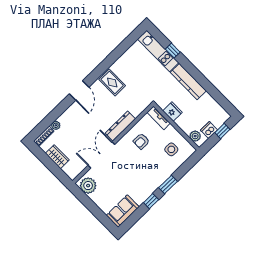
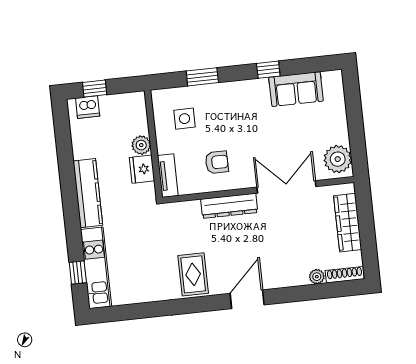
window: (173, 51) -> (78, 272), moved
dishwasher: (209, 130) -> (88, 107), moved
plant: (195, 136) -> (141, 145), moved
double door: (101, 155) -> (286, 187), swing flipped
wardrobe: (57, 157) -> (348, 223), width x1.50
window: (168, 184) -> (202, 77), moved
sofa: (123, 211) -> (296, 89), moved

